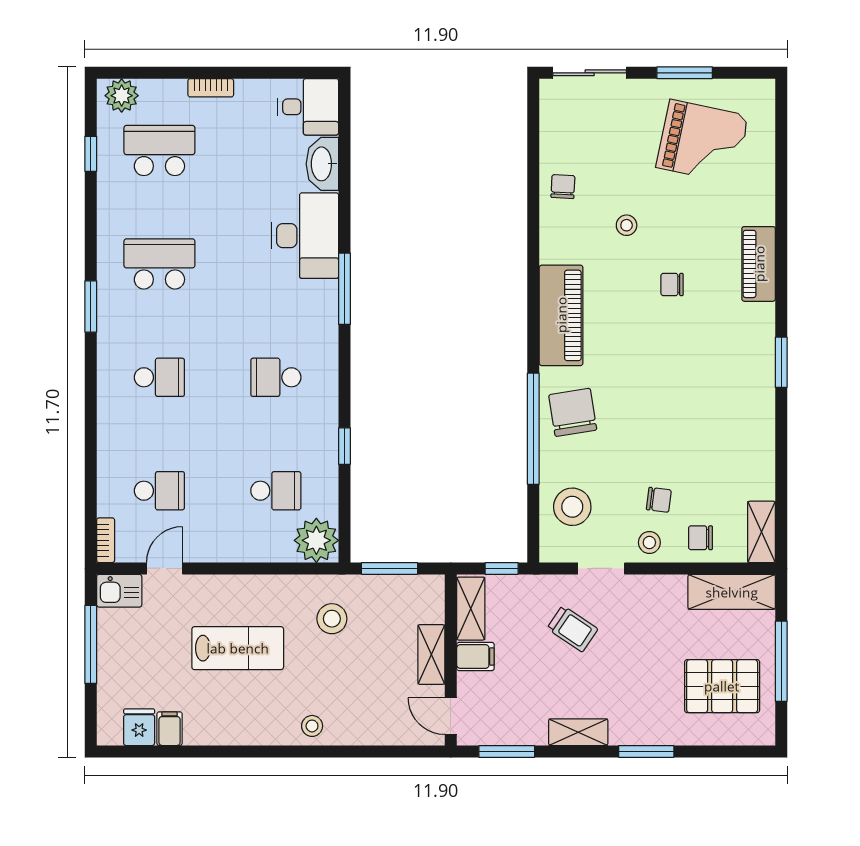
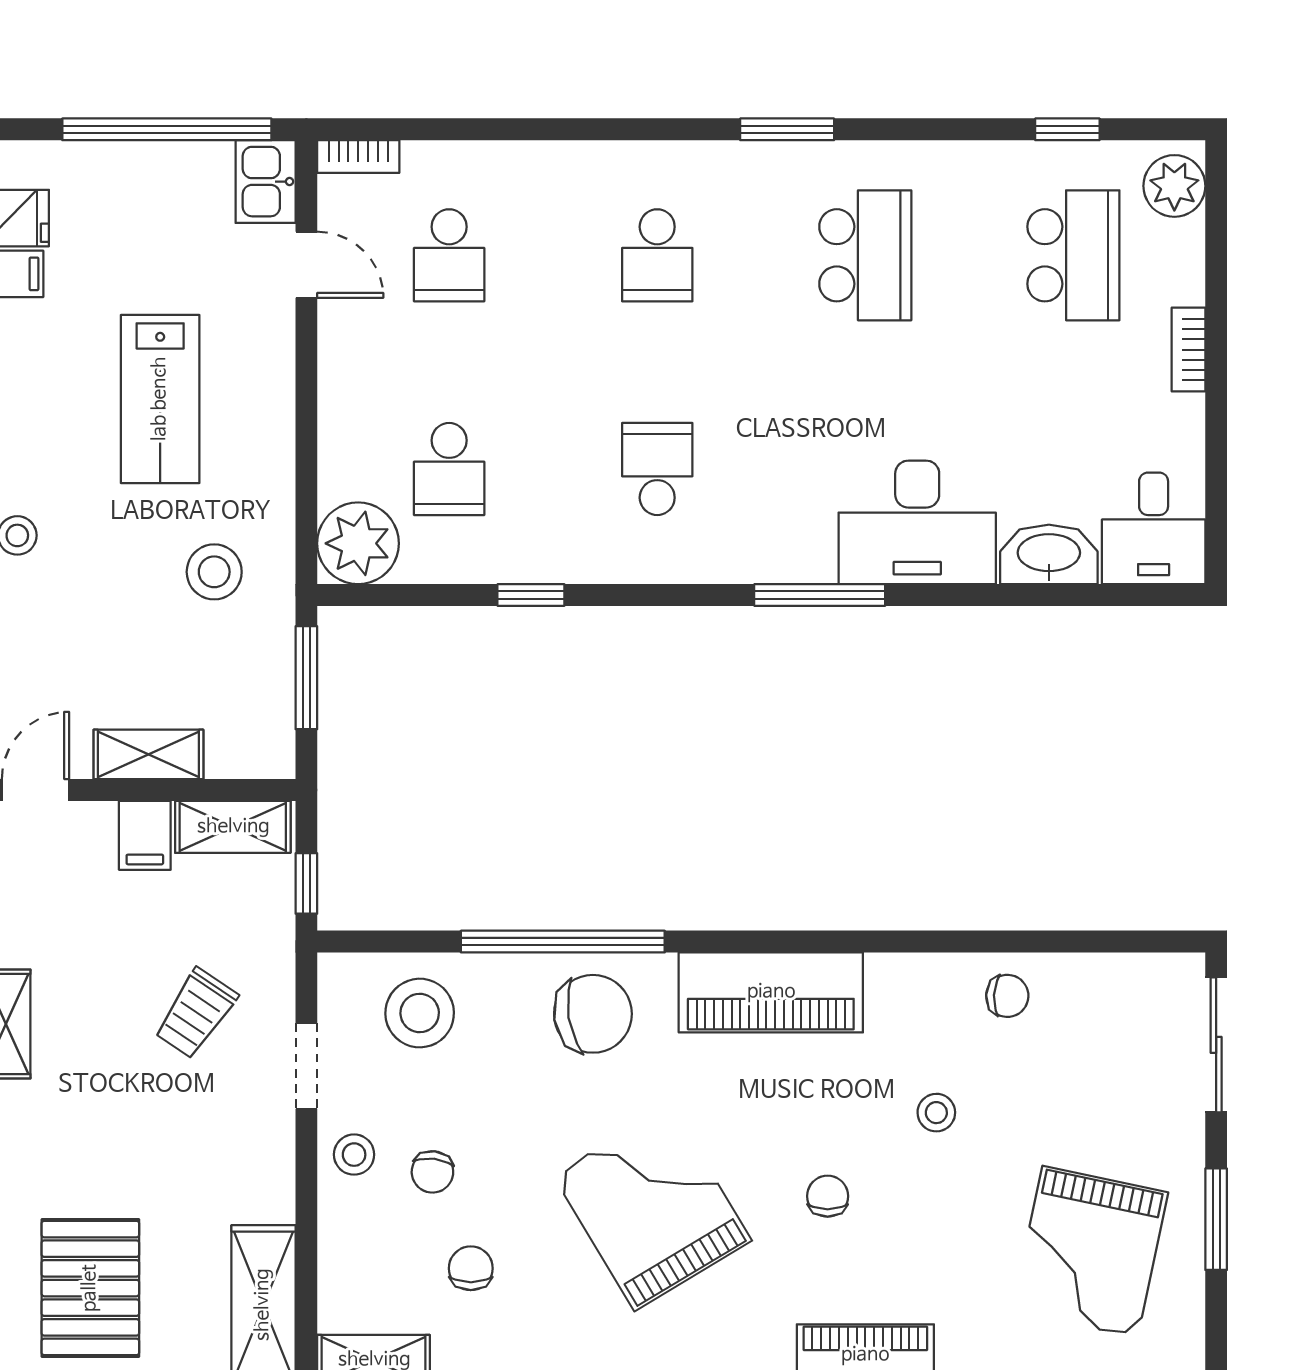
grand piano: (679, 380) -> (652, 1208), added
chair: (701, 538) -> (471, 1268), moved
window: (91, 644) -> (167, 129), width x1.46

